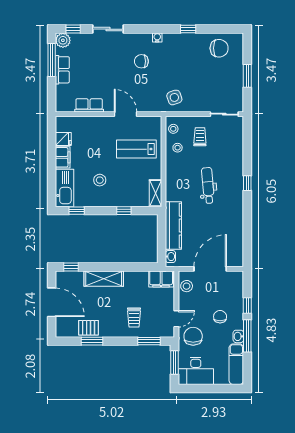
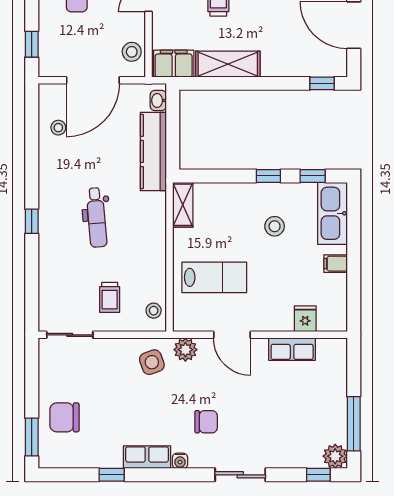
sliding door: (108, 29) -> (240, 475), moved
window: (188, 29) -> (112, 475), moved
chair: (219, 48) -> (64, 417), moved
row of seats: (62, 70) -> (147, 457), moved, turned 90
window: (247, 76) -> (32, 437), moved
plant: (154, 105) -> (185, 350), added
fridge: (63, 139) -> (305, 319), moved, turned 90
stool: (178, 148) -> (58, 128), moved
filing cabinet: (63, 157) -> (336, 264), width x0.50
window: (124, 211) -> (268, 176), moved
shelving: (104, 279) -> (228, 64), moved
window: (247, 305) -> (32, 44), moved

